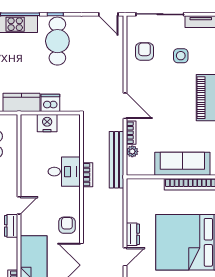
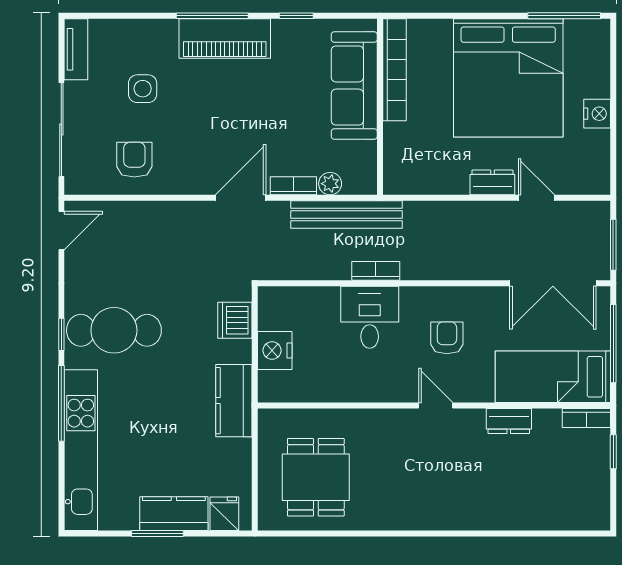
armchair: (145, 51) -> (134, 160), turned 90
dishwasher: (50, 103) -> (235, 320), moved
armchair: (67, 225) -> (447, 338), moved, turned 90
dresser: (11, 226) -> (509, 421), moved

